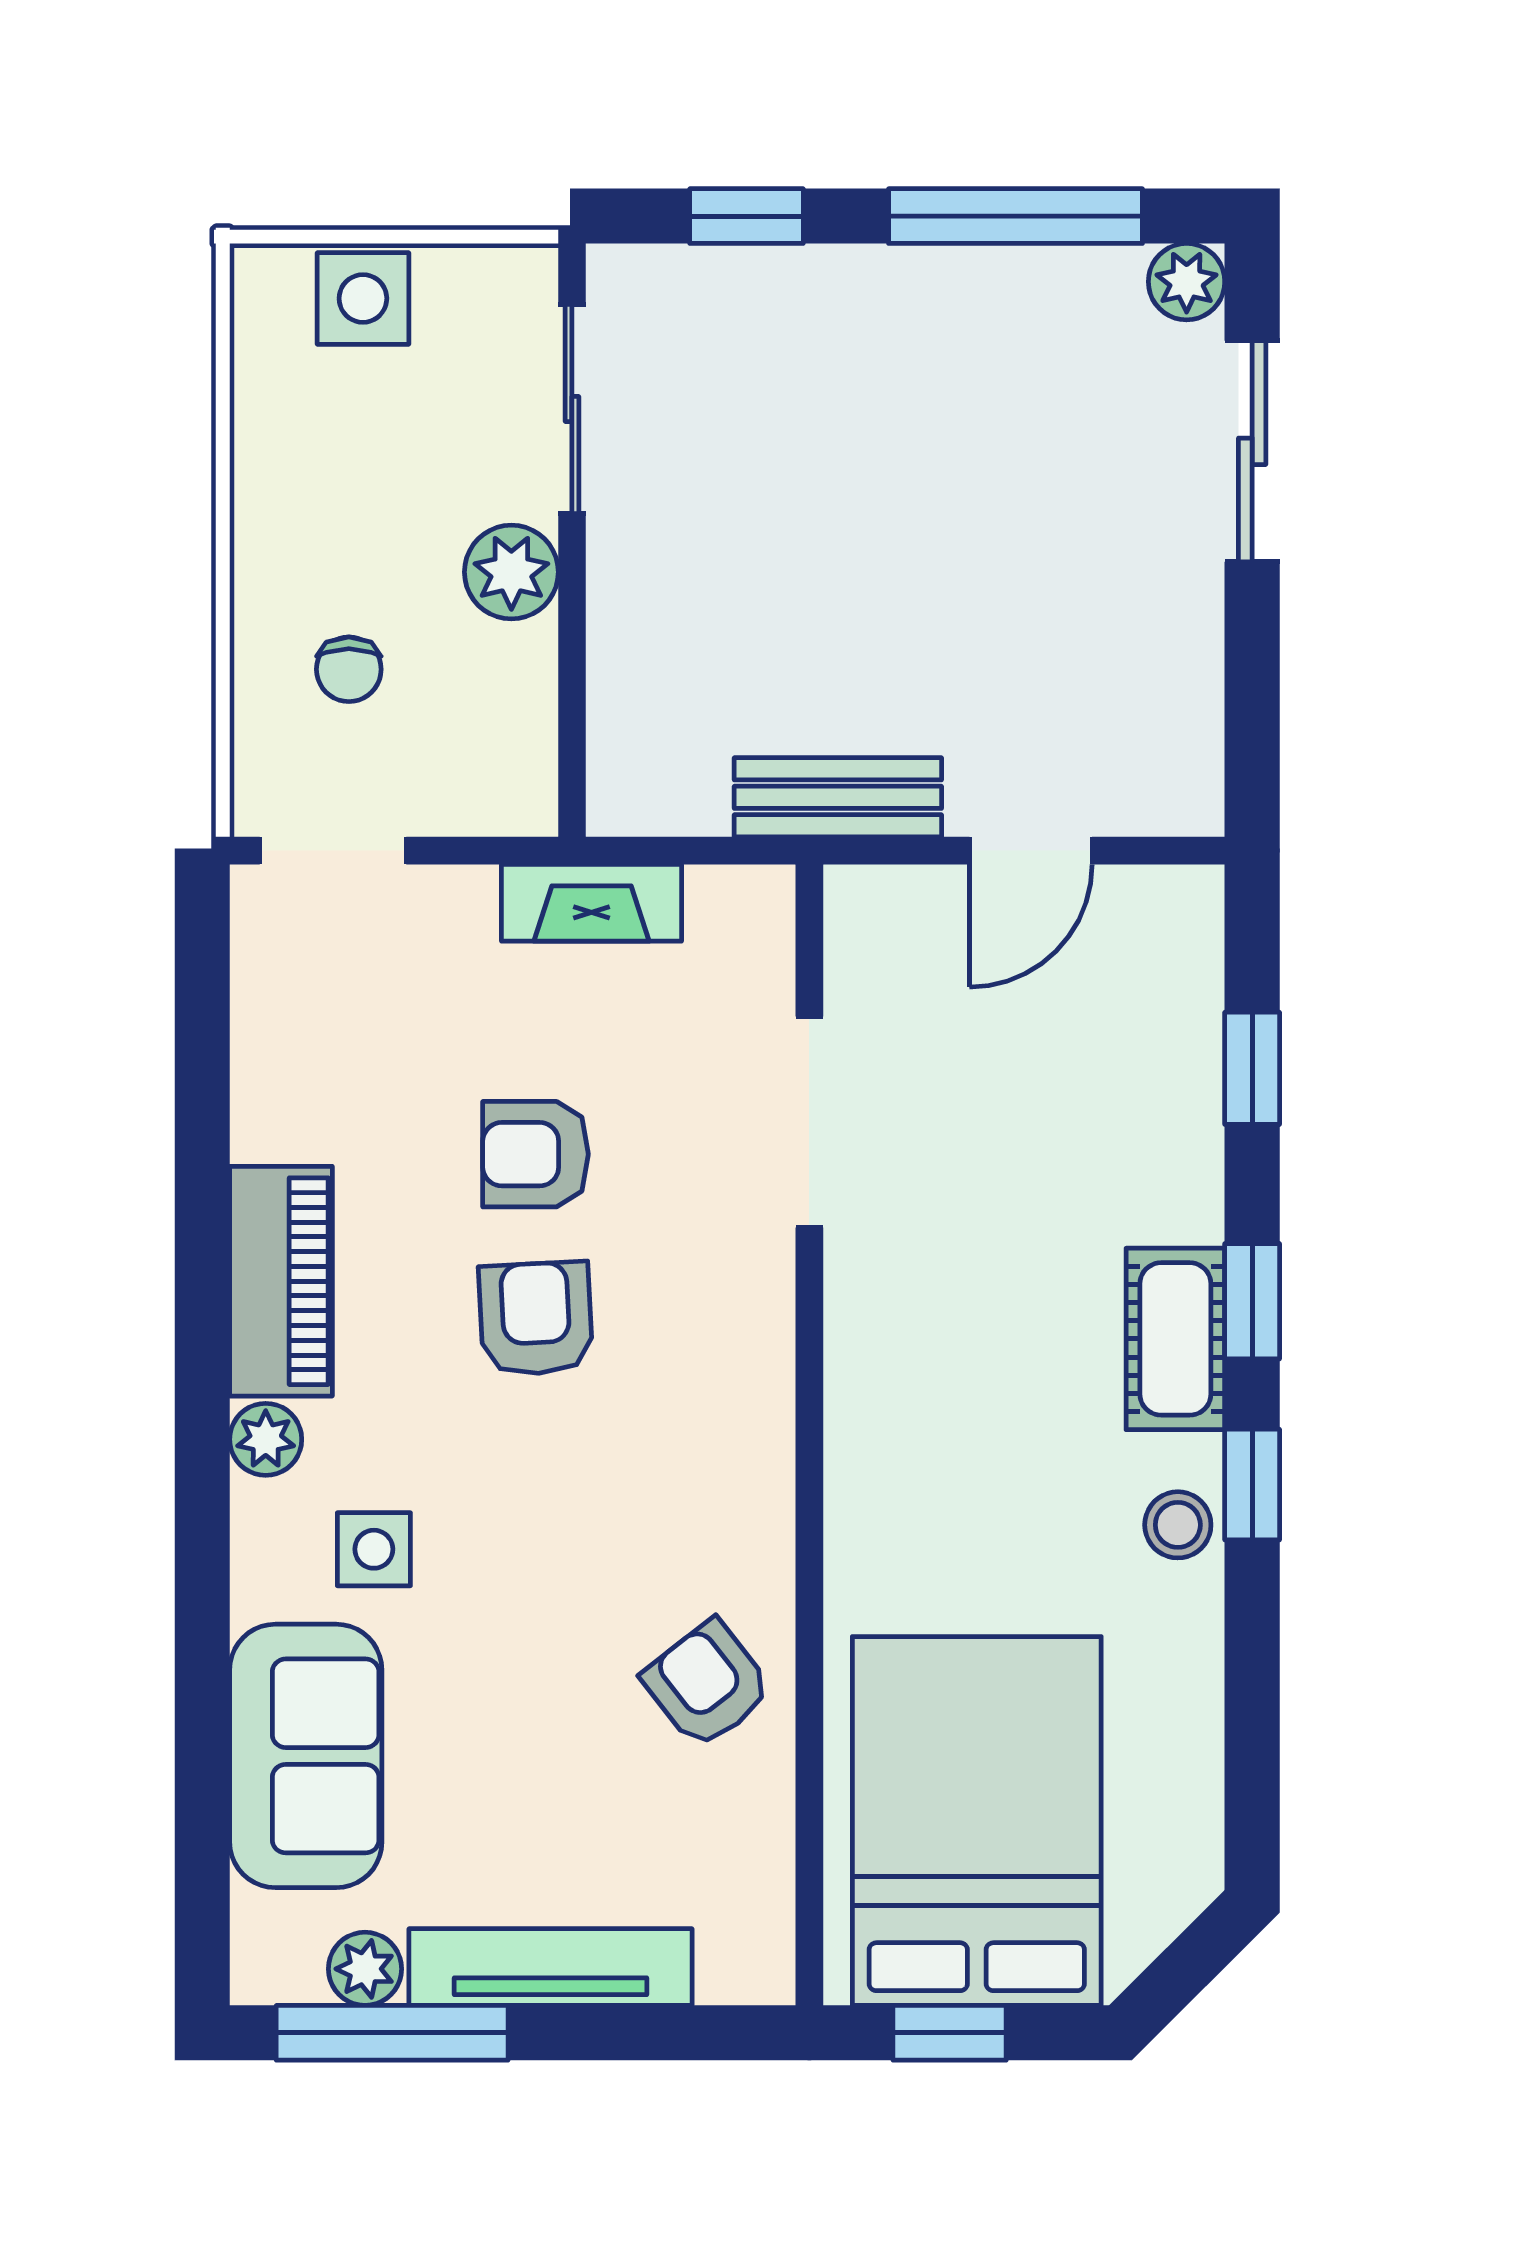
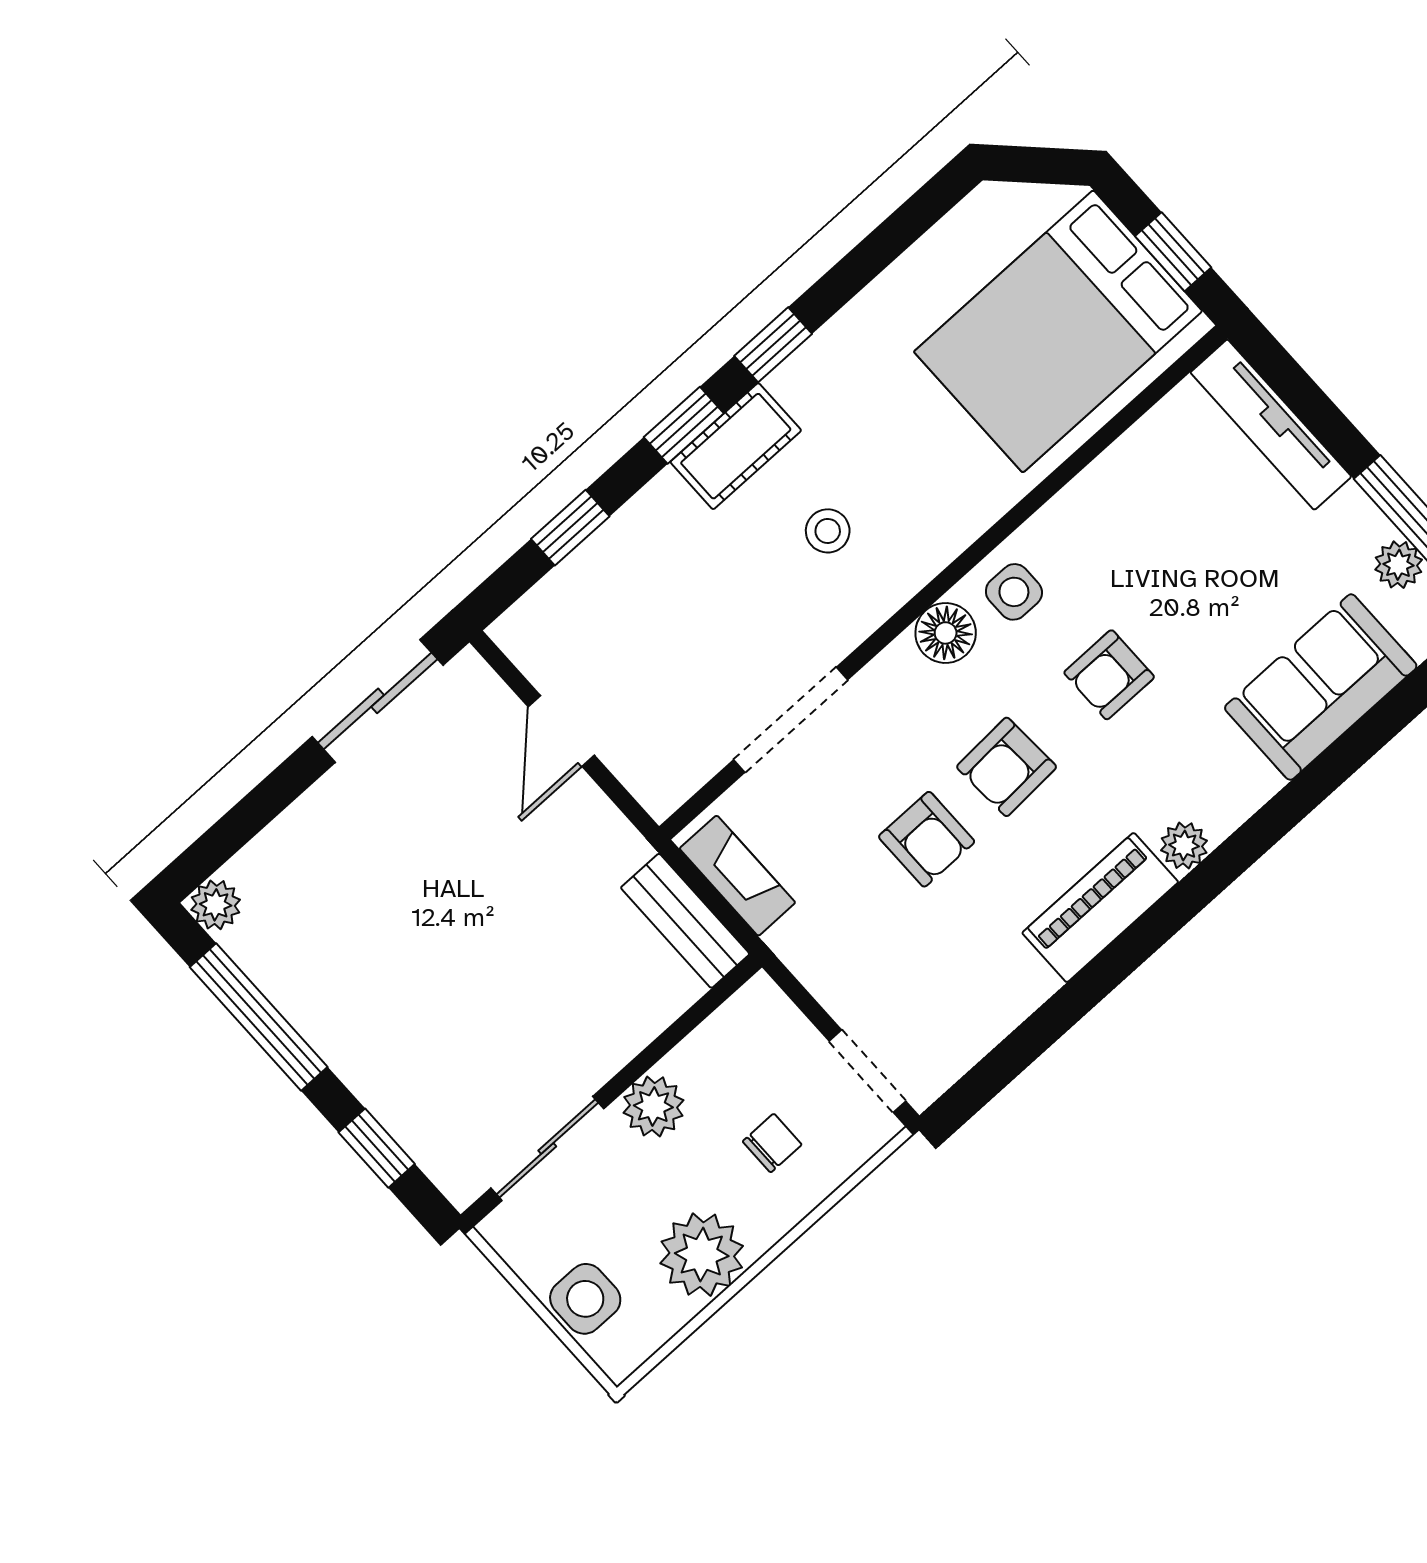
sliding door: (1252, 451) -> (378, 701), moved
plant: (294, 476) -> (702, 1255), added
bench: (838, 797) -> (685, 921), moved
door: (1031, 851) -> (561, 731), swing flipped
fireplace: (591, 903) -> (737, 876), moved
floor lamp: (750, 1386) -> (946, 633), added
stool: (1178, 1525) -> (828, 531), moved
side table: (374, 1549) -> (1014, 592), moved
armchair: (707, 1684) -> (1109, 675), moved, turned 38
tv unit: (550, 1967) -> (1271, 425), moved

